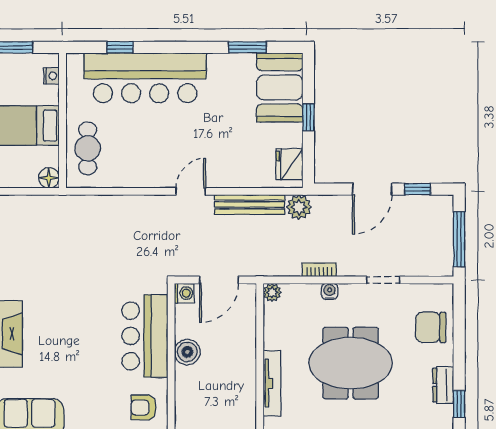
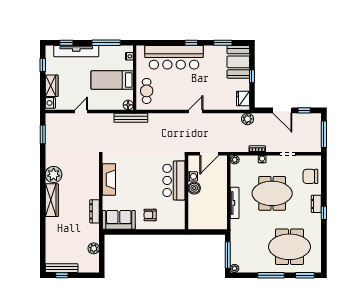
window: (120, 47) -> (191, 43), moved
door: (372, 189) -> (282, 110), hinge flipped
bench: (250, 205) -> (131, 118), moved
washing machine: (184, 293) -> (193, 176), moved
armchair: (144, 408) -> (150, 215), moved

